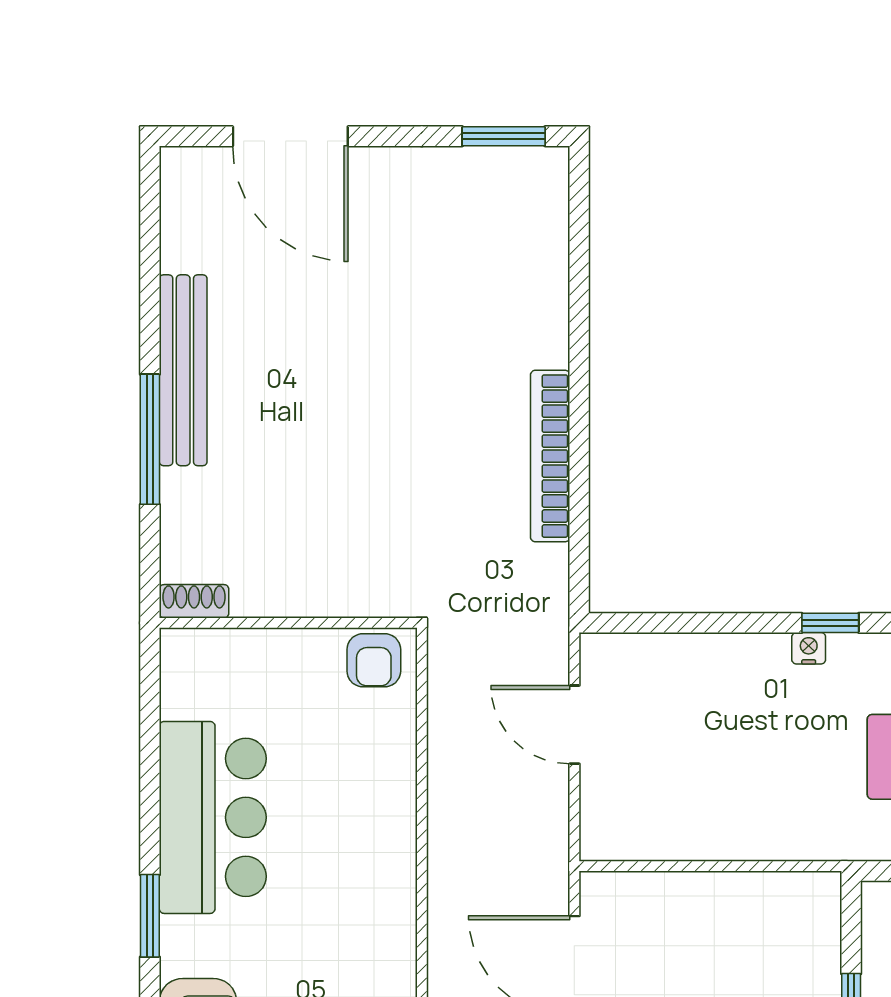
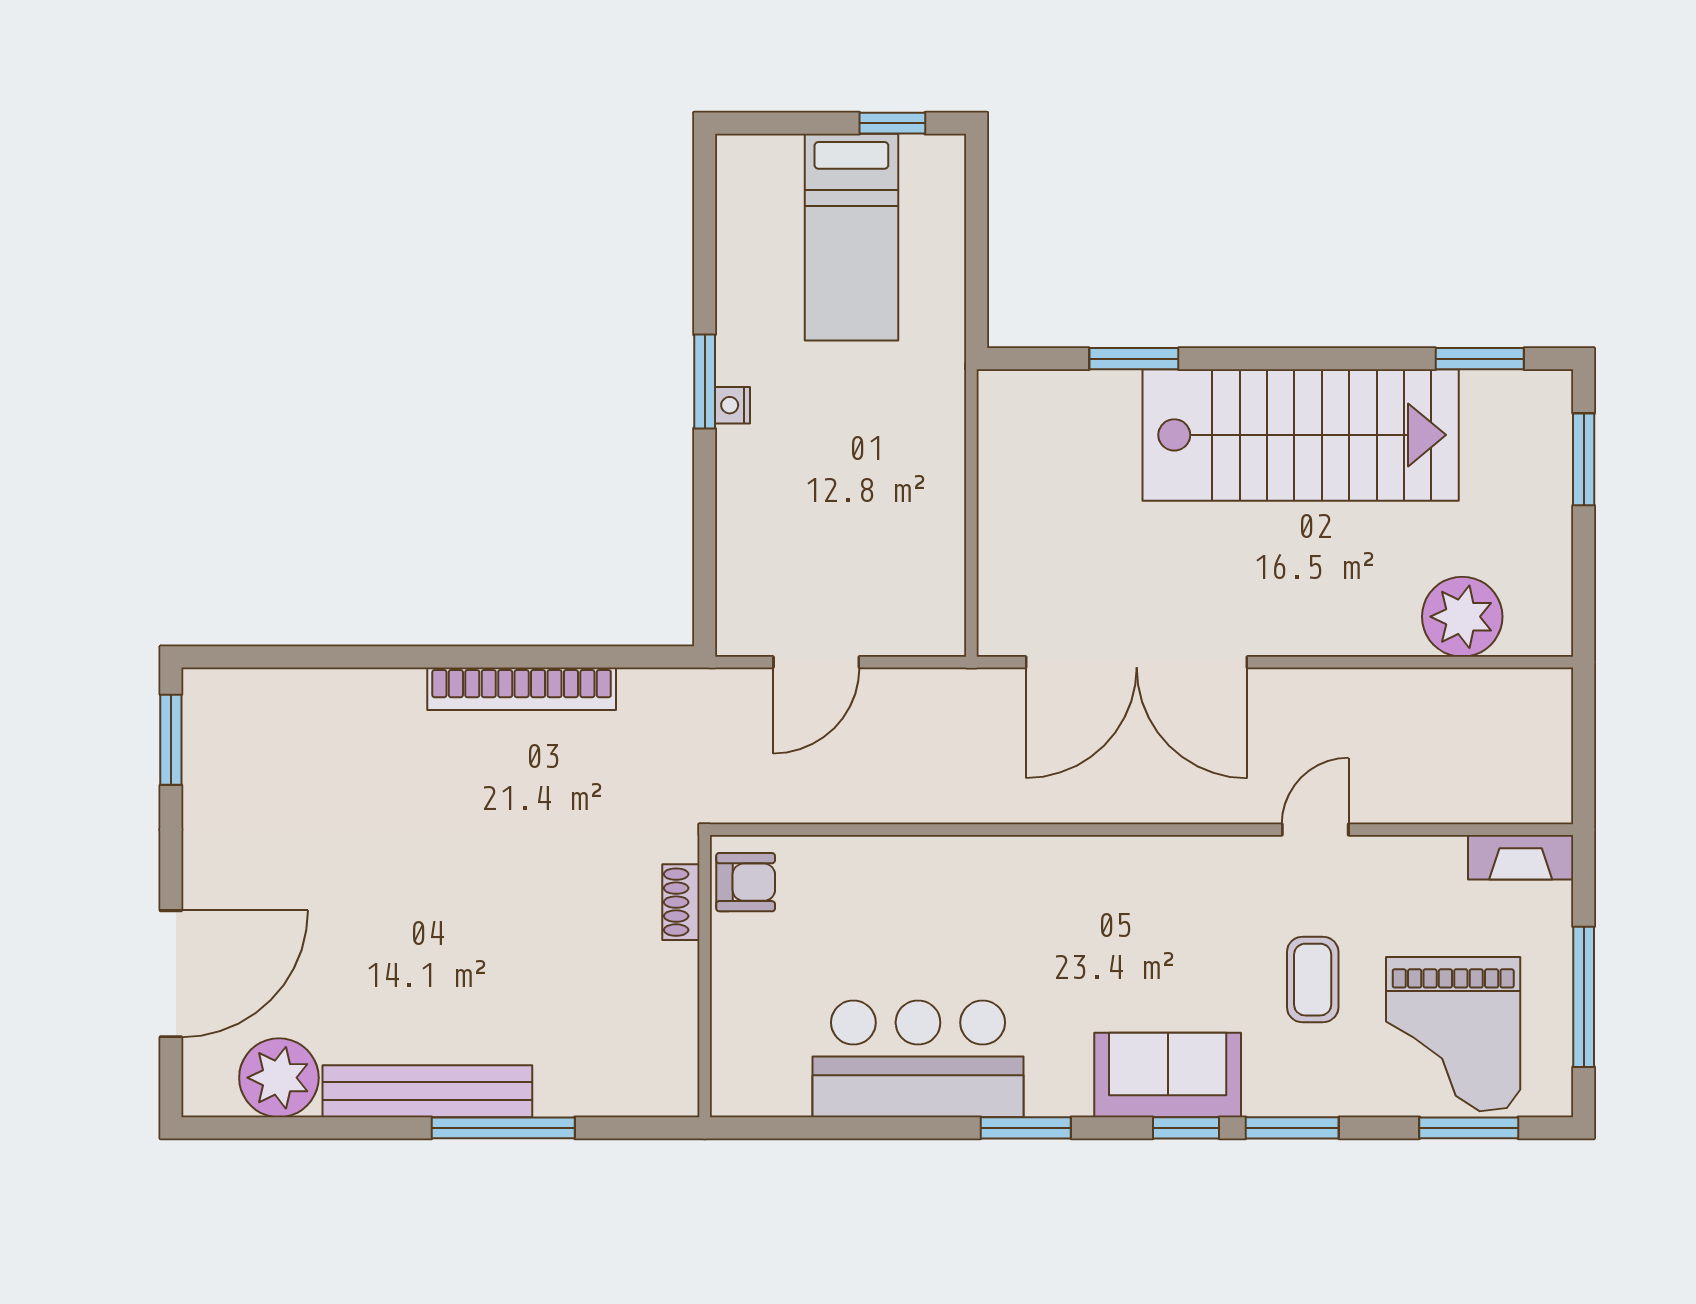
plant: (196, 235) -> (279, 1078), added
shoe rack: (194, 601) -> (681, 902), moved
window: (830, 623) -> (705, 382), width x1.50

